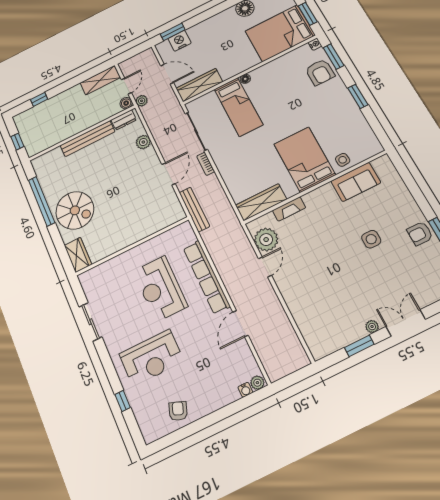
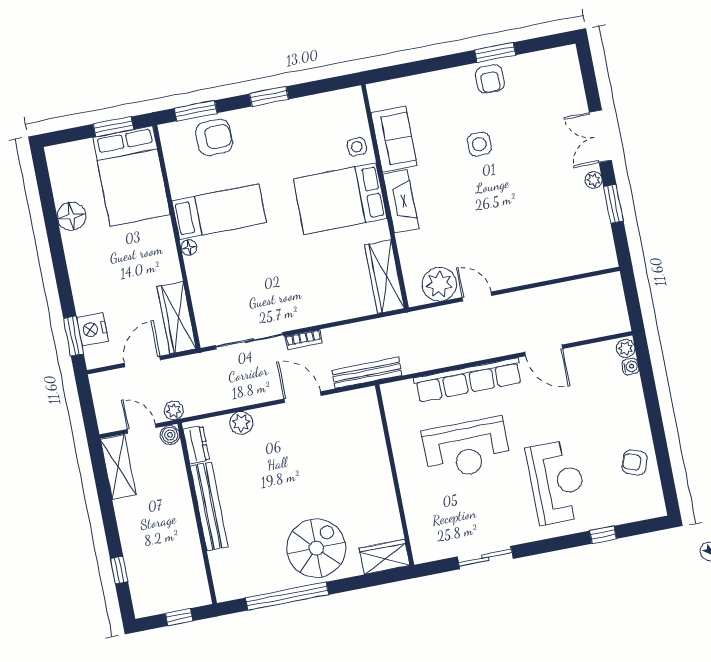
nightstand: (315, 44) -> (167, 131), removed
bed: (238, 107) -> (219, 212), moved
fireplace: (289, 209) -> (401, 201), moved, width x1.37, depth x1.32

